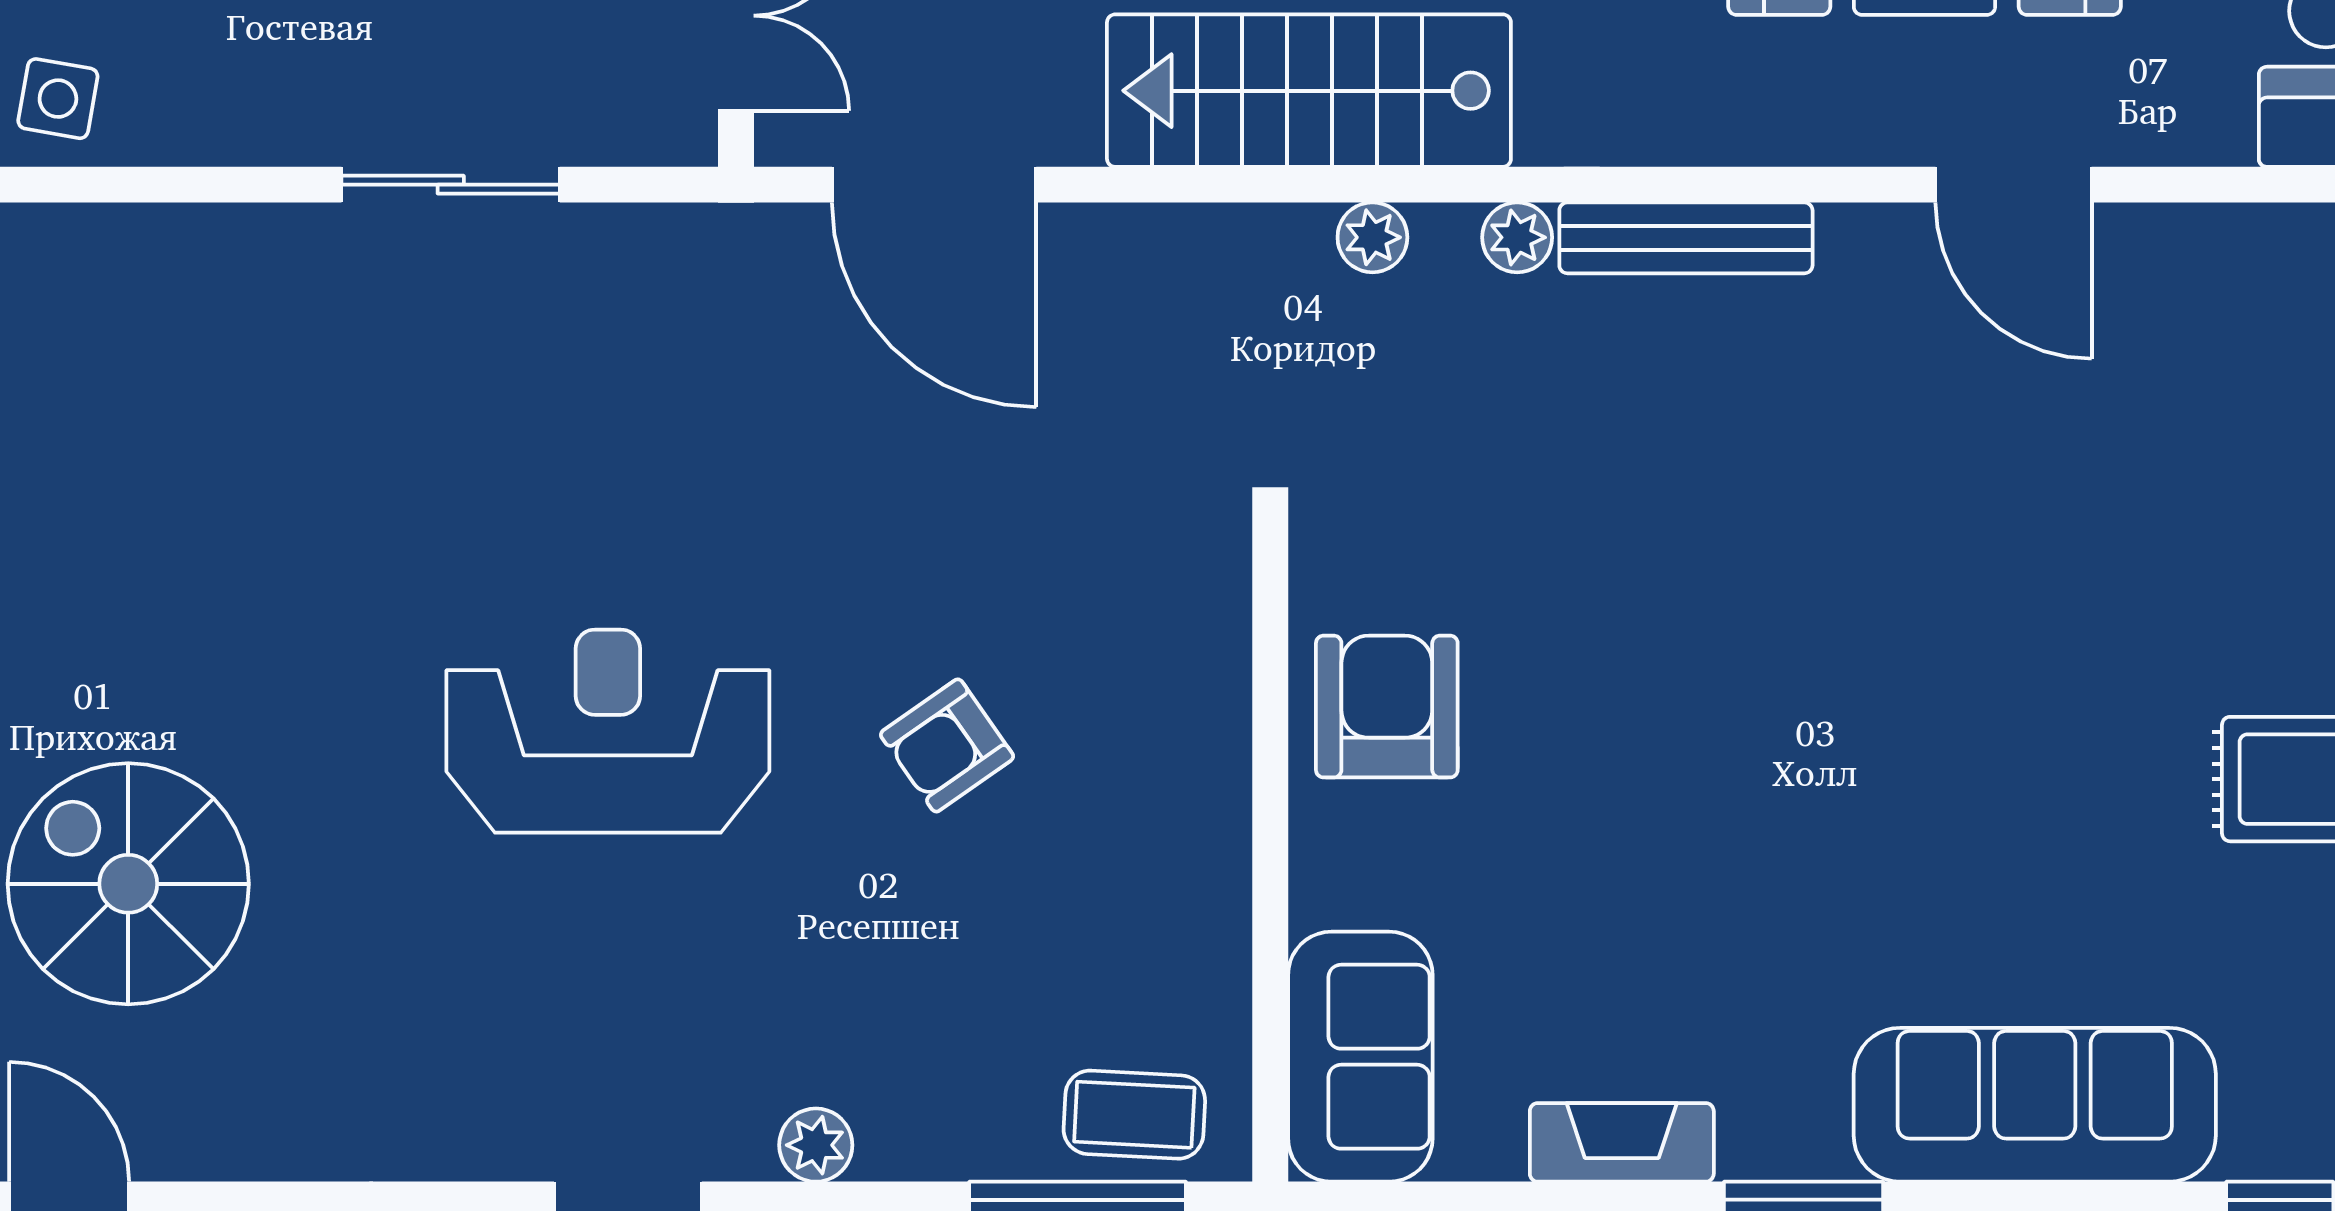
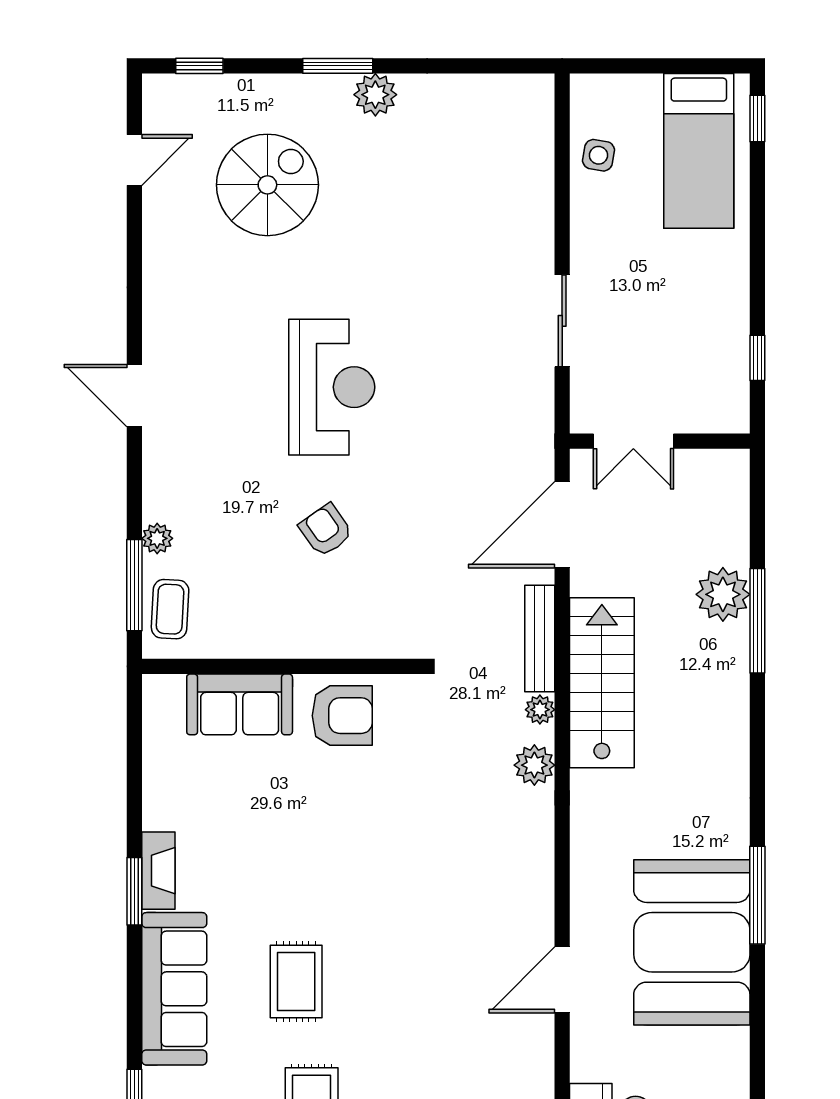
plant: (1517, 237) -> (534, 765), width x1.38, depth x1.38
bench: (1686, 238) -> (540, 638), moved
rug: (2018, 816) -> (296, 982), added
sofa: (1360, 1057) -> (240, 704), moved
fireplace: (1622, 1142) -> (158, 871), moved
plant: (816, 1145) -> (157, 538), moved

